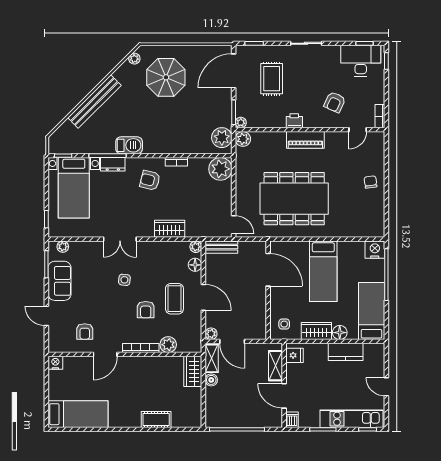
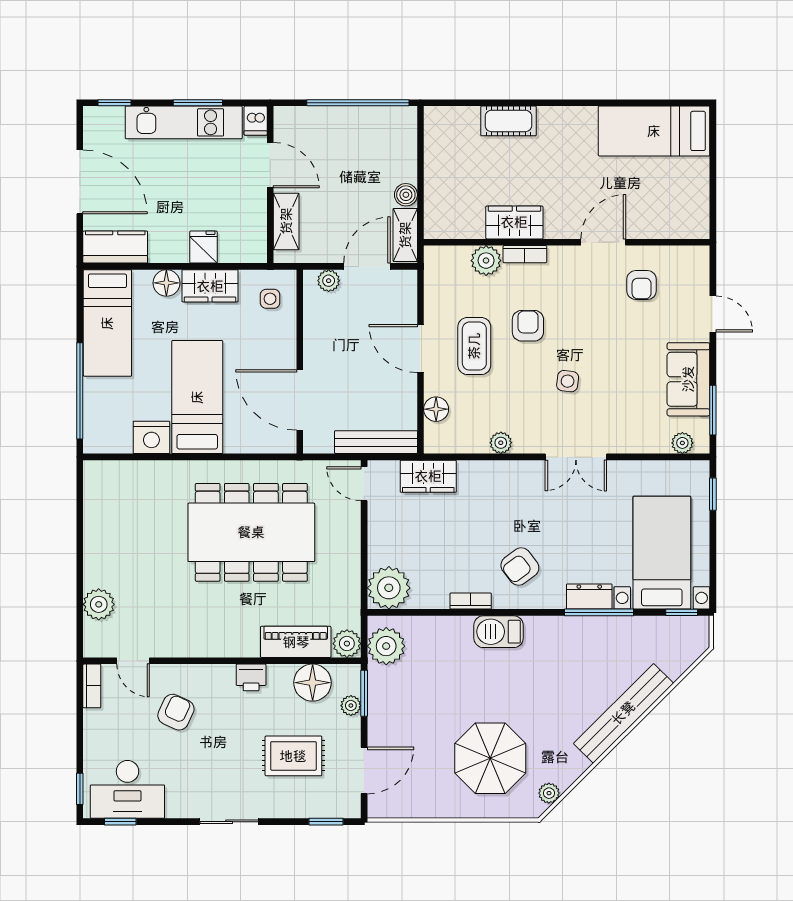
door: (234, 71) -> (364, 770), width x0.73
rug: (272, 79) -> (293, 756), turned 90
floor lamp: (261, 118) -> (313, 683), added
plant: (241, 123) -> (351, 706), moved
door: (358, 130) -> (133, 661), swing flipped
piano: (305, 140) -> (296, 642), moved
barbecue: (129, 145) -> (499, 632), moved
plant: (376, 160) -> (99, 604), added
armchair: (150, 180) -> (520, 567), turned 129
chair: (370, 182) -> (109, 563), removed
wardrobe: (170, 229) -> (428, 476), moved
double door: (120, 239) -> (576, 457), swing flipped
plant: (196, 247) -> (501, 443), moved
bench: (221, 247) -> (376, 442), width x1.36
nightstand: (375, 250) -> (151, 437), moved
armchair: (85, 331) -> (642, 285), turned 180
plant: (211, 334) -> (329, 281), moved
door: (232, 341) -> (367, 266), hinge flipped
bookcase: (141, 348) -> (525, 254), width x0.64
kitchen counter: (346, 352) -> (115, 247), moved
fridge: (294, 355) -> (203, 247), moved, turned 90
nightstand: (55, 363) -> (696, 227), removed
wardrobe: (193, 371) -> (514, 222), moved, turned -90
door: (386, 387) -> (80, 182), width x1.88
kitchen unit: (351, 419) -> (184, 122), moved

